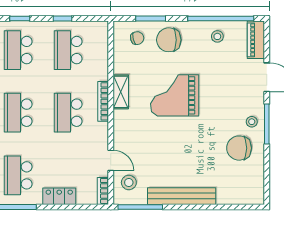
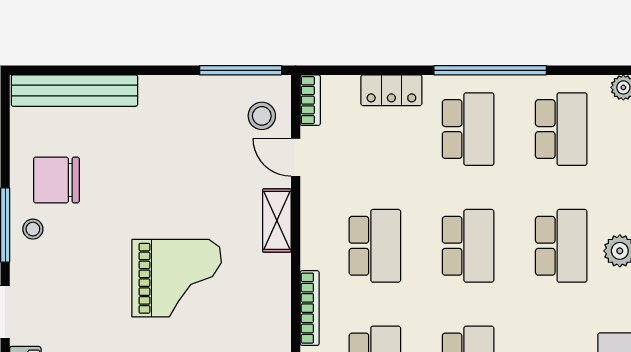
shelving: (121, 92) -> (277, 220), moved
bookcase: (103, 101) -> (310, 308), moved
chair: (239, 148) -> (57, 180), turned 180
bench: (182, 196) -> (74, 91), moved

